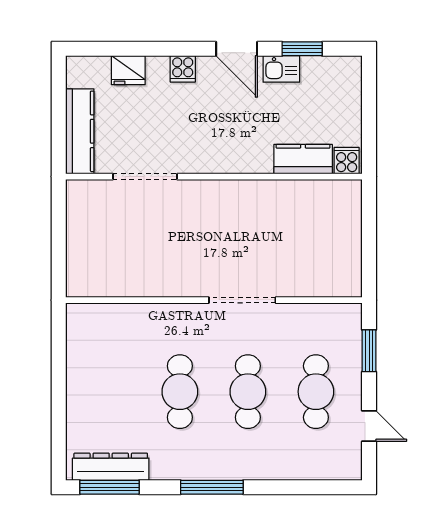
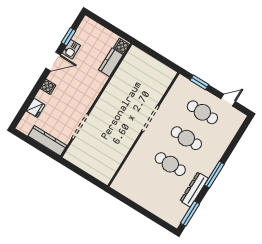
dresser: (111, 467) -> (194, 190), moved

